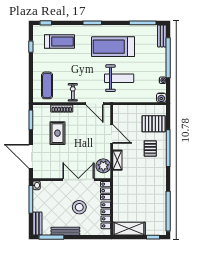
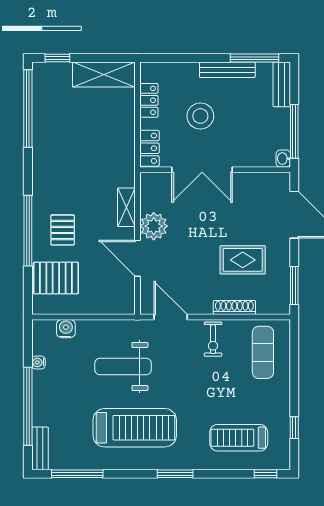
water cooler: (161, 98) -> (66, 329), moved
rug: (57, 133) -> (243, 260), turned 90
plant: (103, 166) -> (154, 226), moved
locker: (106, 215) -> (149, 100), width x0.66

